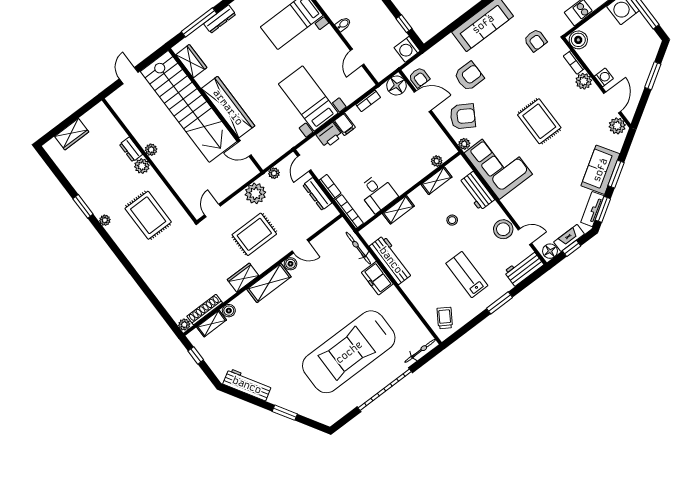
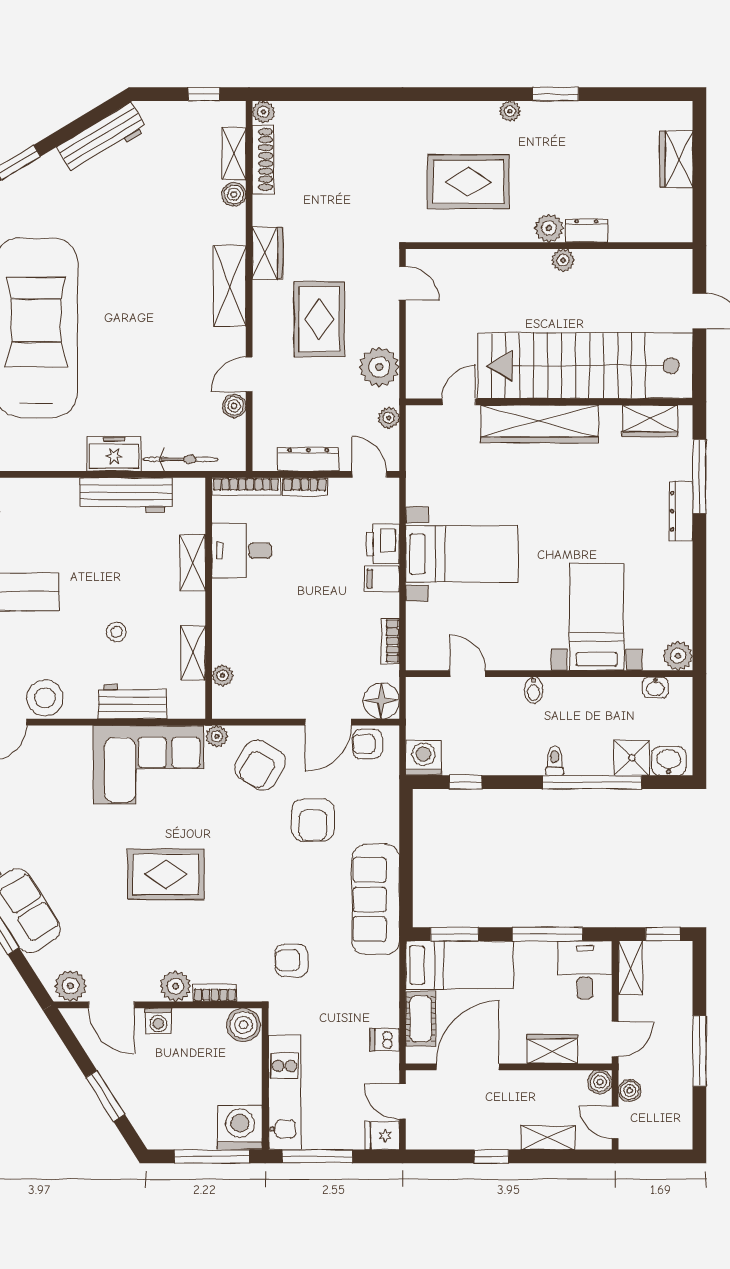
boiler: (291, 264) -> (234, 406), moved

